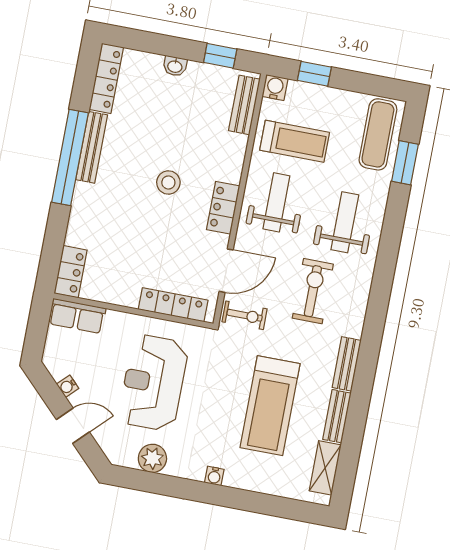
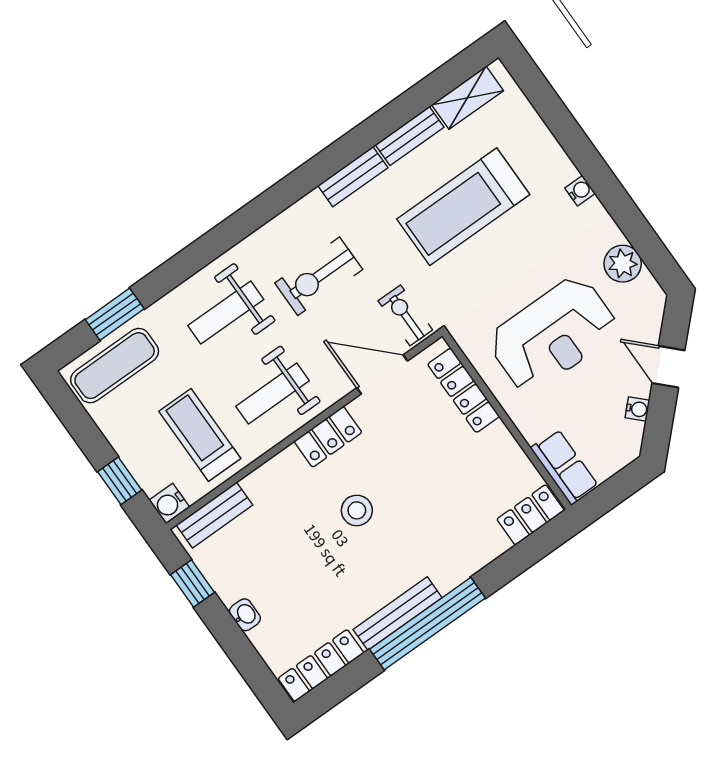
treadmill: (270, 406) -> (463, 207), turned 180

